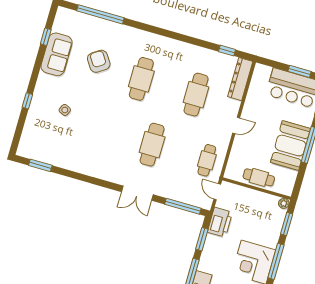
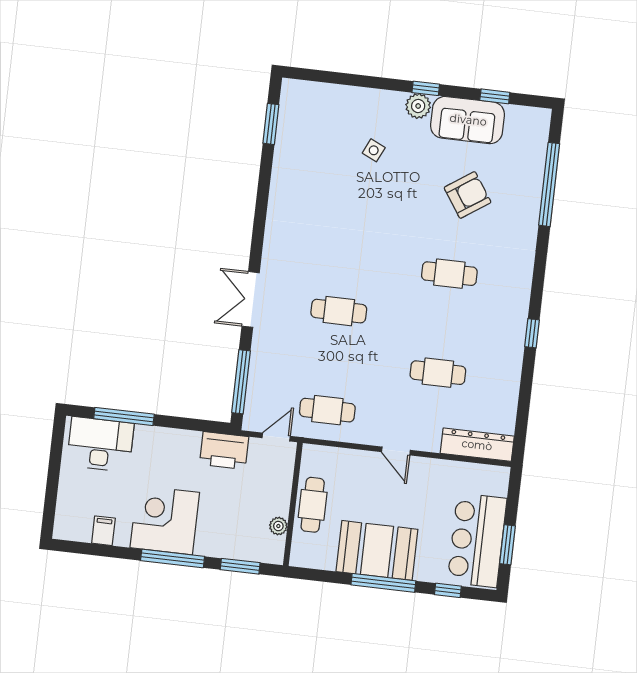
window: (227, 51) -> (532, 333), moved
cafe table: (141, 79) -> (449, 274), width x0.73, depth x0.74
plant: (44, 81) -> (418, 106), added
cafe table: (196, 95) -> (438, 373), width x0.73, depth x0.74
window: (27, 101) -> (426, 88), moved
cafe table: (152, 145) -> (339, 311), width x0.73, depth x0.74
plant: (284, 203) -> (278, 526), moved
window: (202, 239) -> (190, 424), removed

